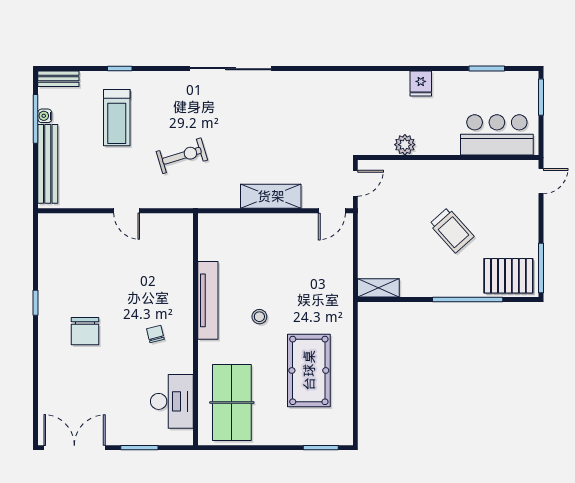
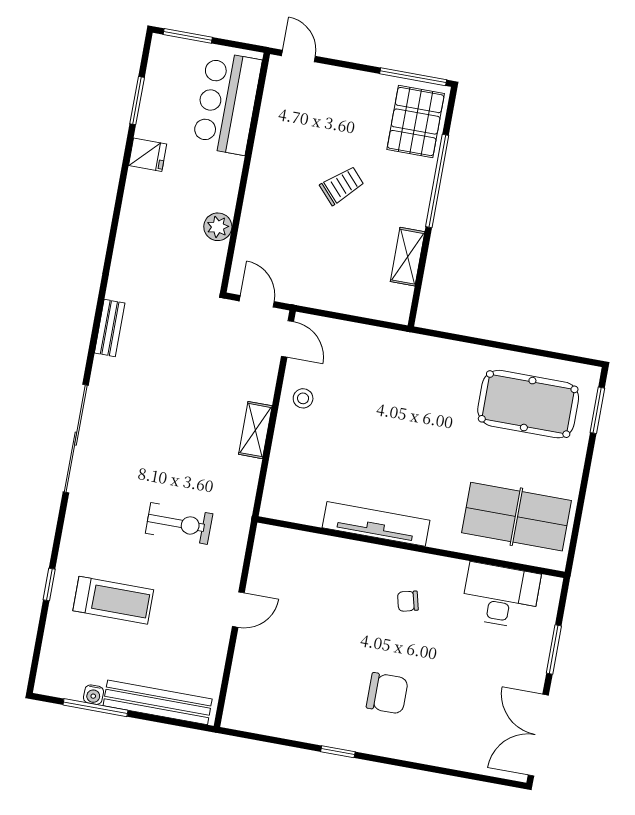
bench: (58, 79) -> (110, 328), moved
fridge: (421, 84) -> (148, 155), moved
exercise bike: (182, 156) -> (179, 523), turned 107
shelving: (271, 196) -> (255, 430), width x0.67, depth x0.75
trolley: (452, 230) -> (342, 186), width x0.73, depth x0.72
shelving: (378, 288) -> (408, 257), moved
stool: (259, 317) -> (303, 398), moved
pool table: (309, 370) -> (528, 404), moved

